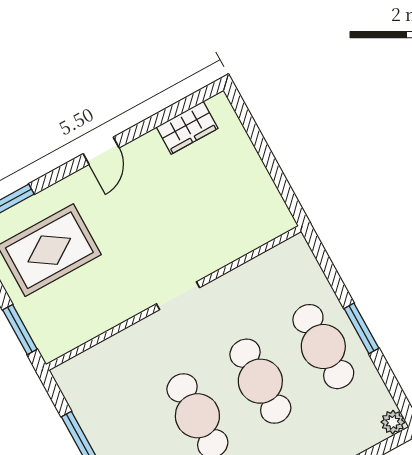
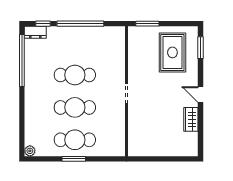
wardrobe: (187, 128) -> (191, 119), moved

